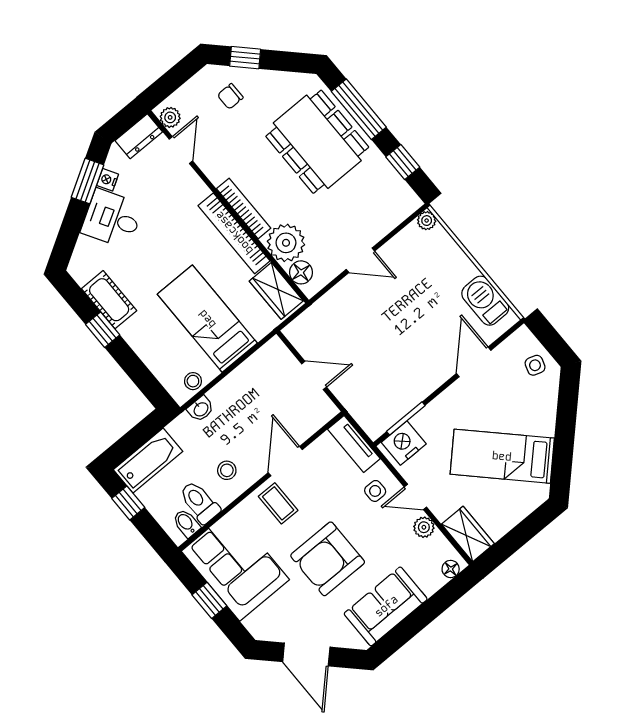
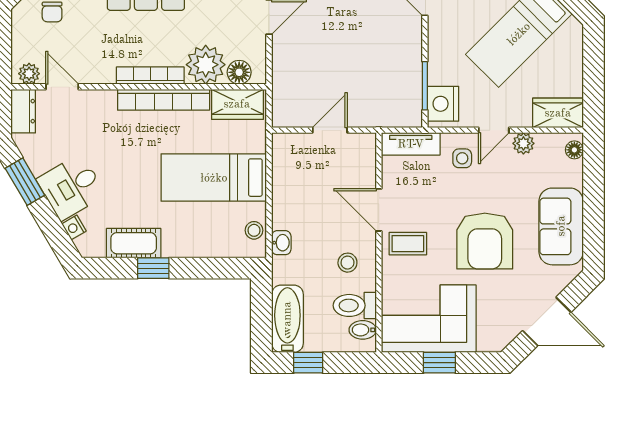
nightstand: (108, 180) -> (74, 227), moved

